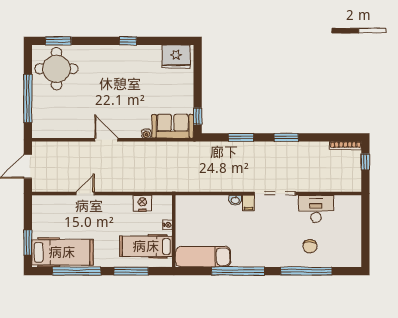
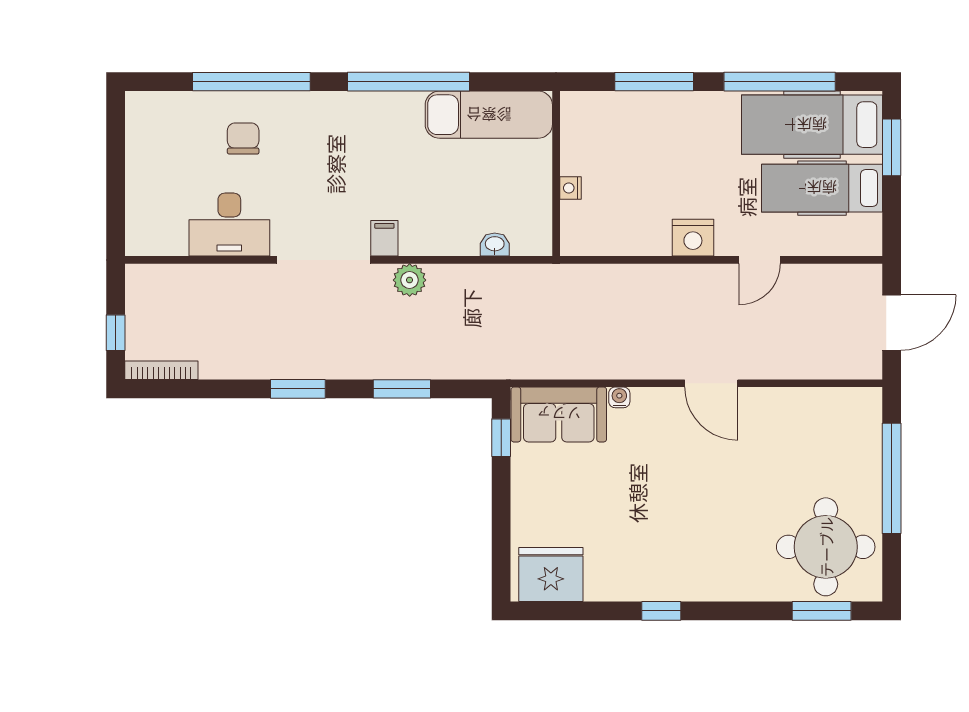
plant: (238, 185) -> (410, 280), added
washbasin: (235, 200) -> (495, 244), moved
nightstand: (142, 203) -> (693, 238), moved
hospital bed: (146, 246) -> (822, 188), moved, turned 180

